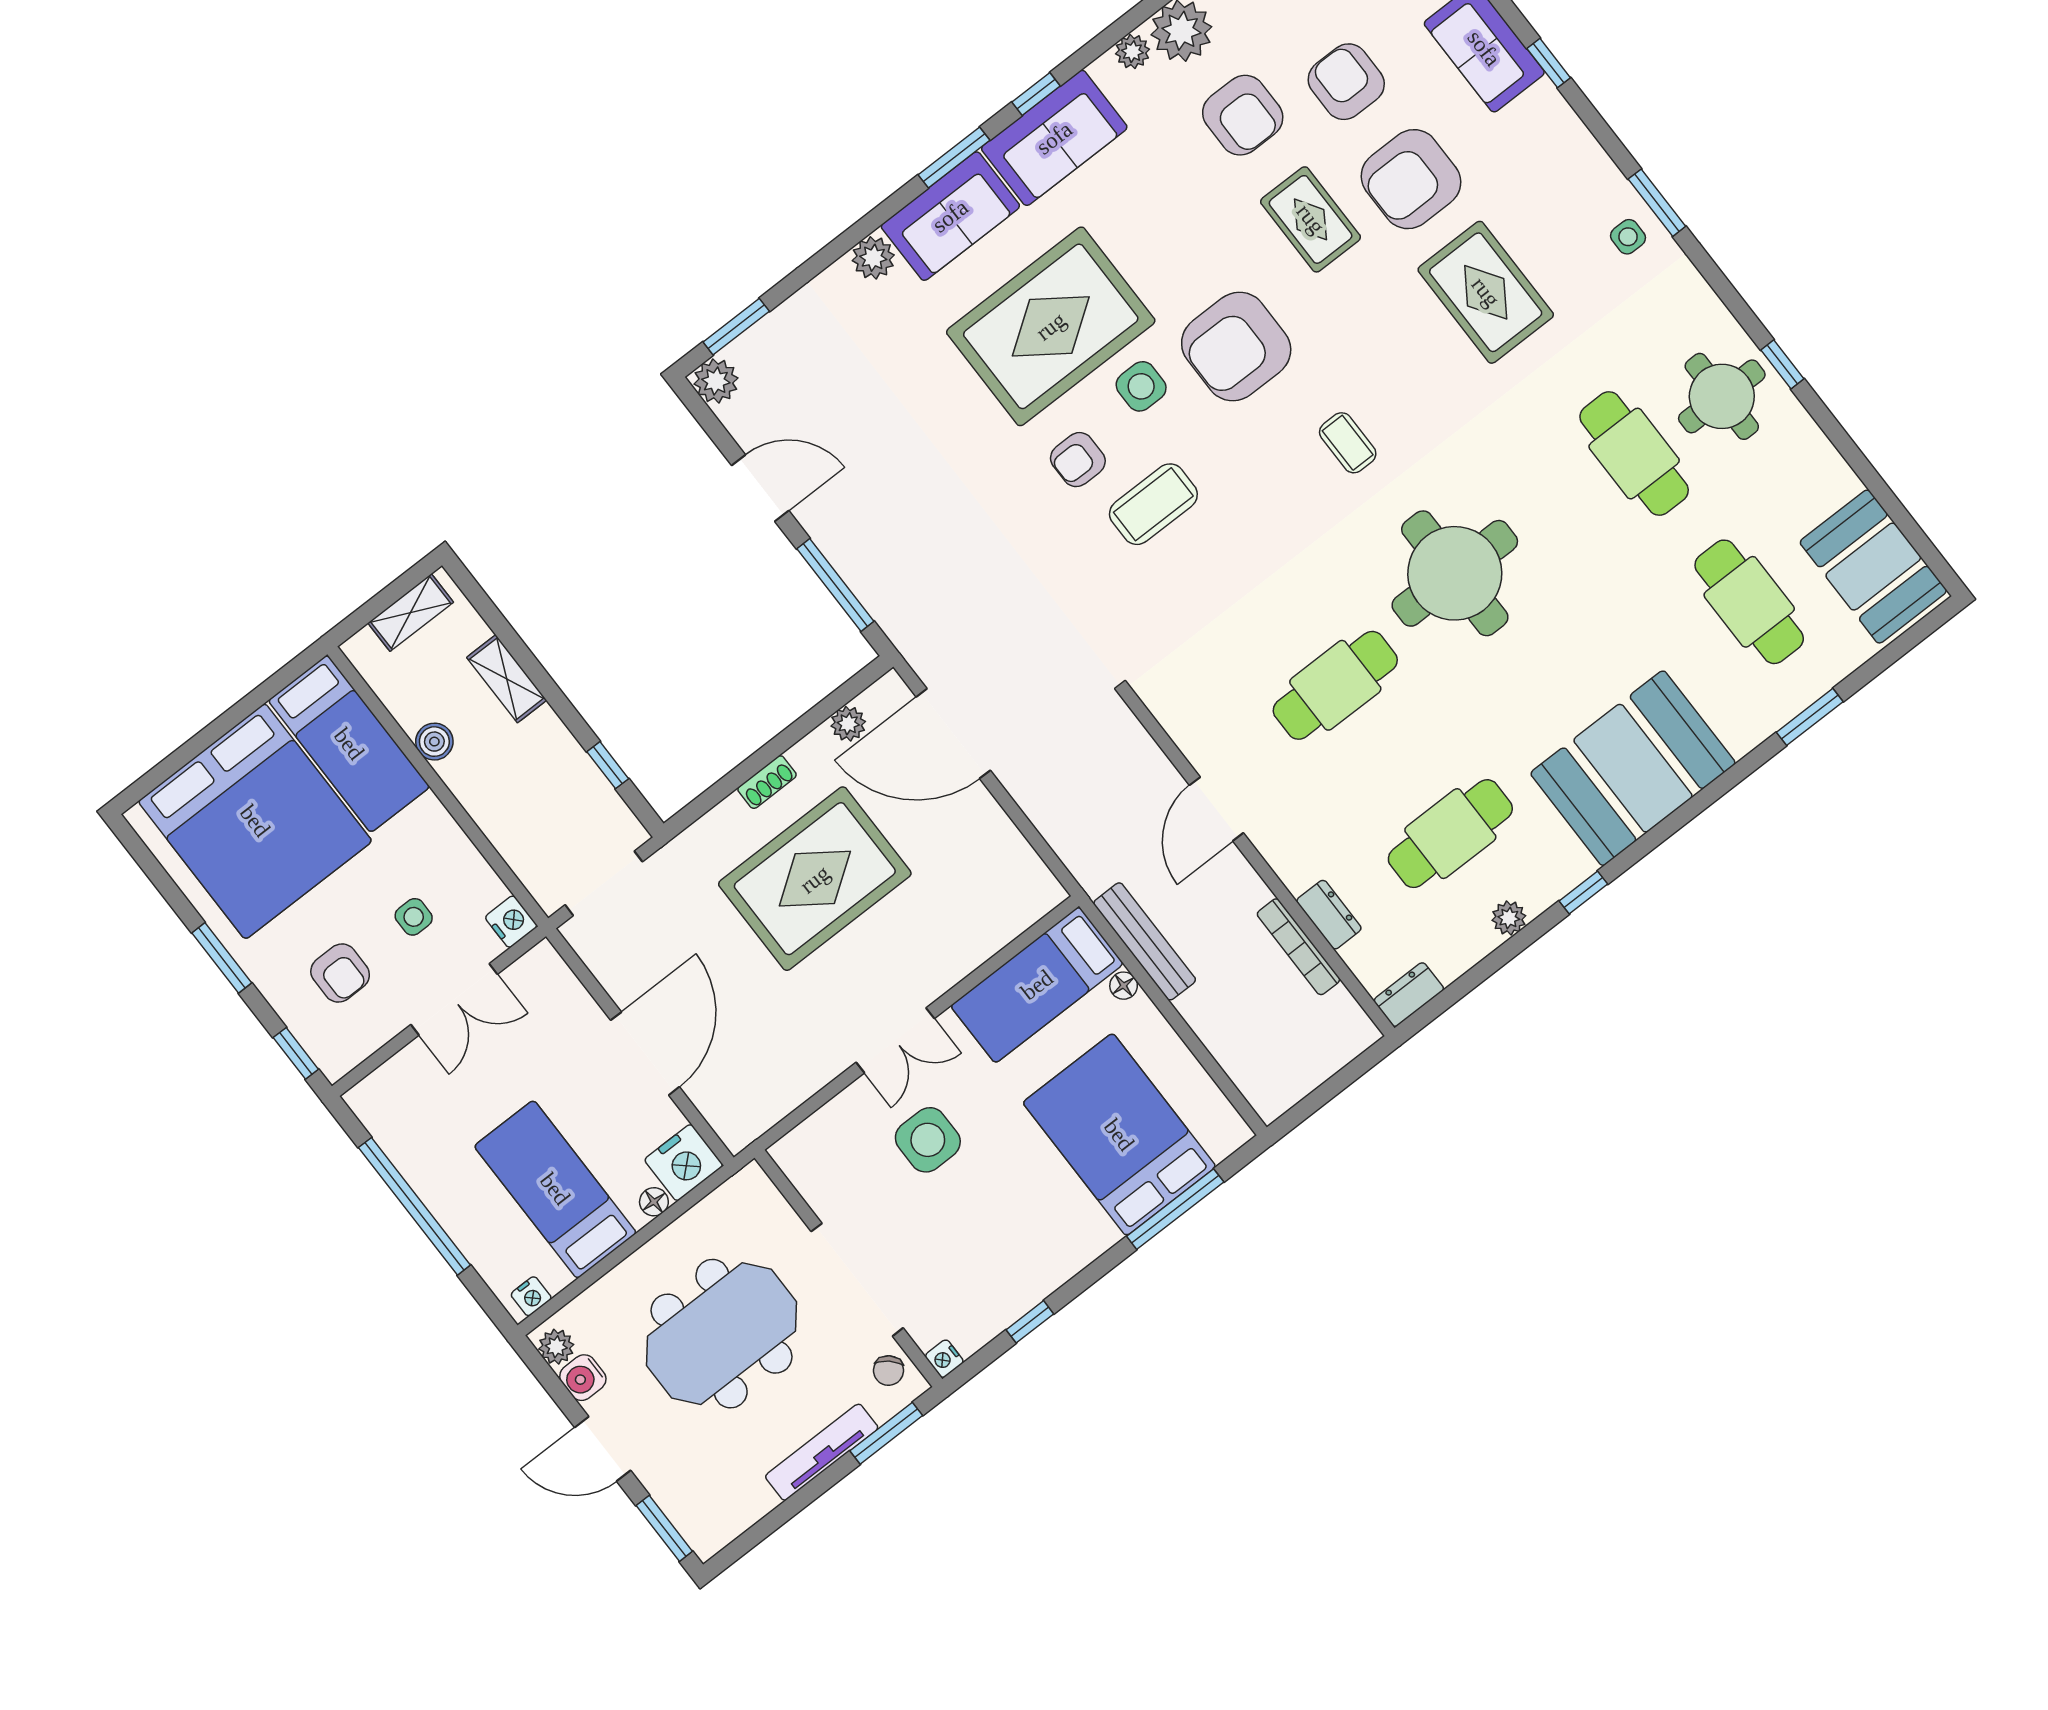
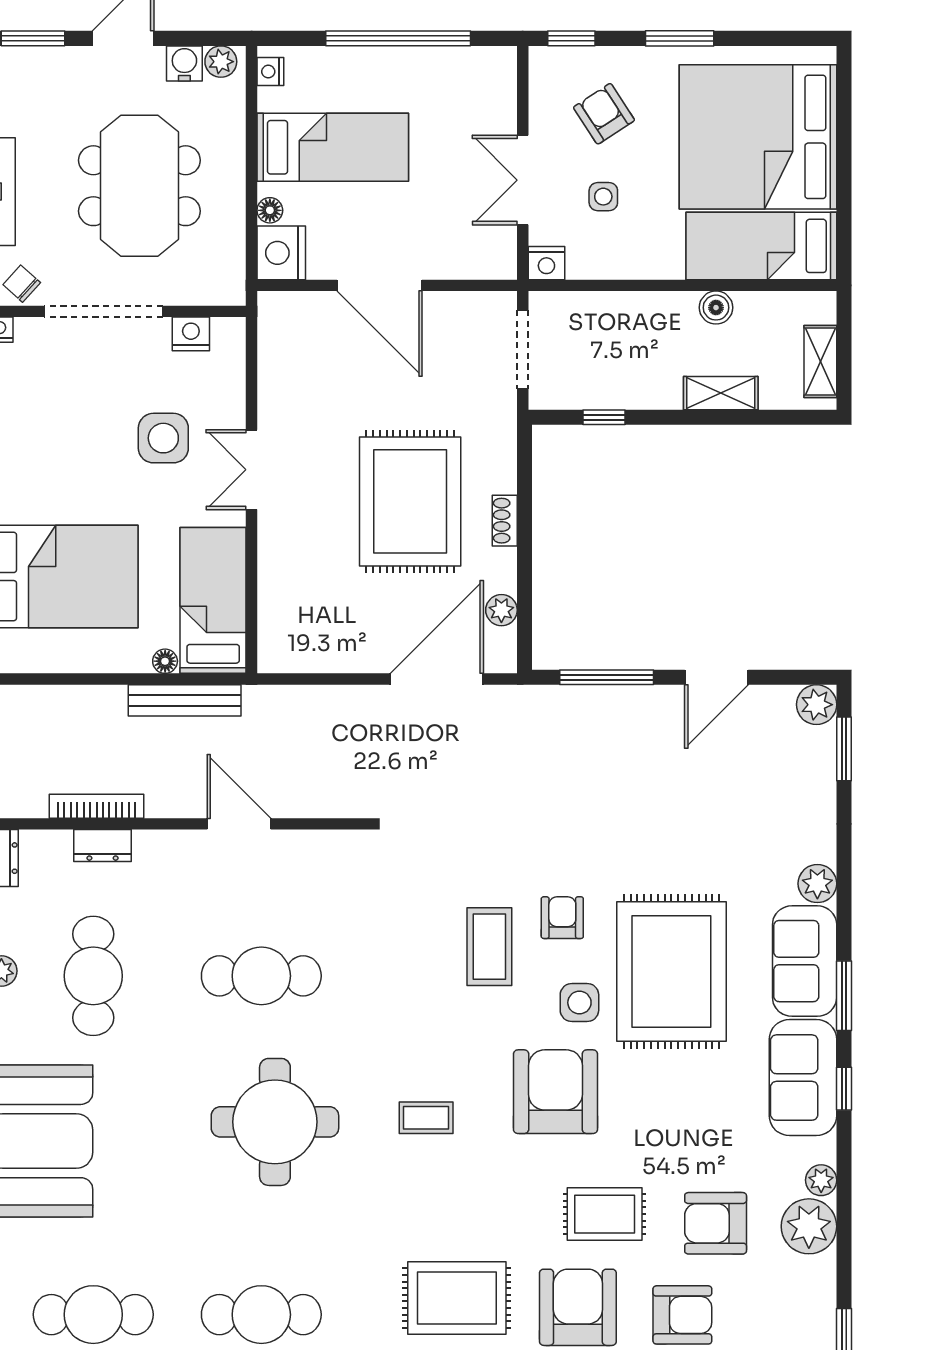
cafe table: (1335, 685) -> (261, 976), turned 90
armchair: (340, 973) -> (604, 114), turned 57
nightstand: (817, 1187) -> (191, 334), added

